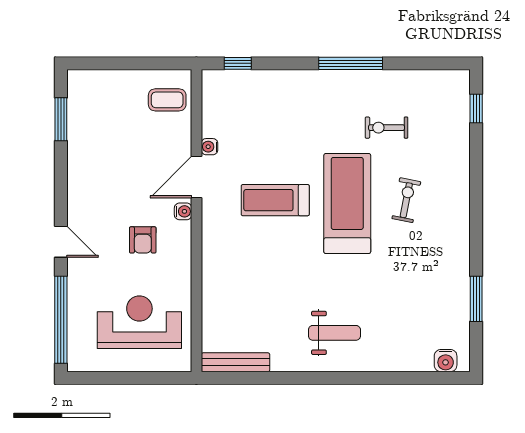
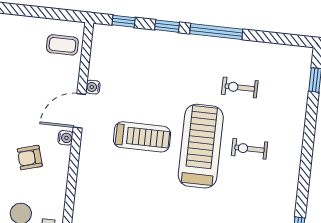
window: (291, 63) -> (167, 26), added
treadmill: (275, 200) -> (142, 137), turned 180
exercise bike: (406, 200) -> (249, 149), turned -101
armchair: (143, 240) -> (30, 158), turned 74

